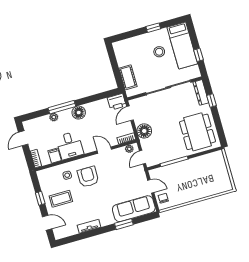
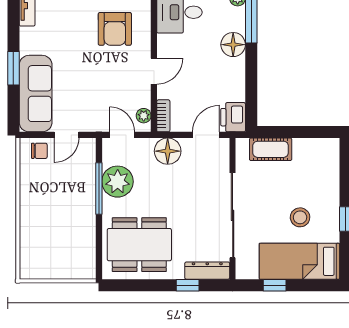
door: (130, 113) -> (206, 135), hinge flipped
plant: (168, 153) -> (118, 182), added
armchair: (88, 177) -> (115, 29), turned 90

